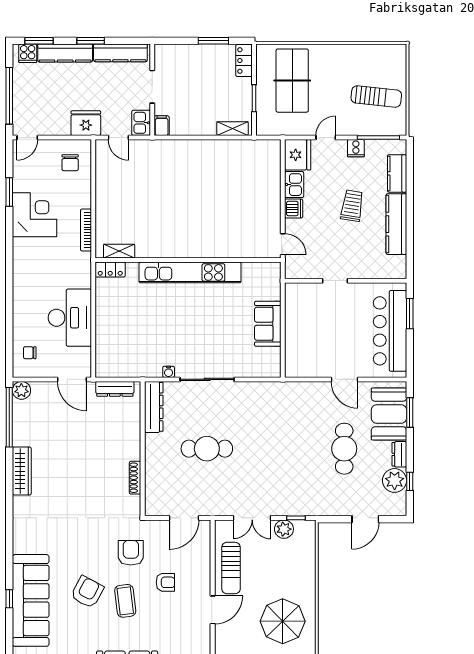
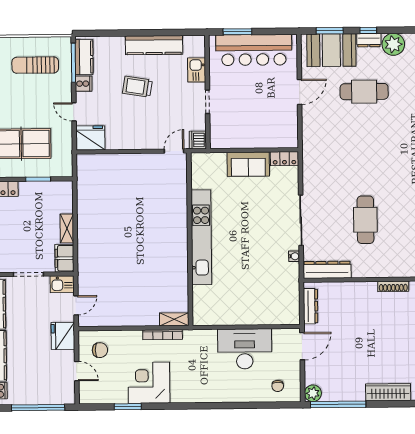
sun lounger: (376, 96) -> (35, 65), turned -96
filing cabinet: (162, 126) -> (64, 258), width x2.00
shelving: (233, 129) -> (67, 228), moved
door: (27, 138) -> (77, 371), moved
kitchen counter: (397, 173) -> (84, 57), moved, turned -90
kitchen sink: (294, 185) -> (197, 70), moved, turned -90
dishwasher: (294, 209) -> (198, 140), moved, turned -90
shelving: (119, 251) -> (174, 319), moved, turned 90
locker: (110, 270) -> (284, 159), moved, turned 90
window: (410, 481) -> (368, 30), moved

